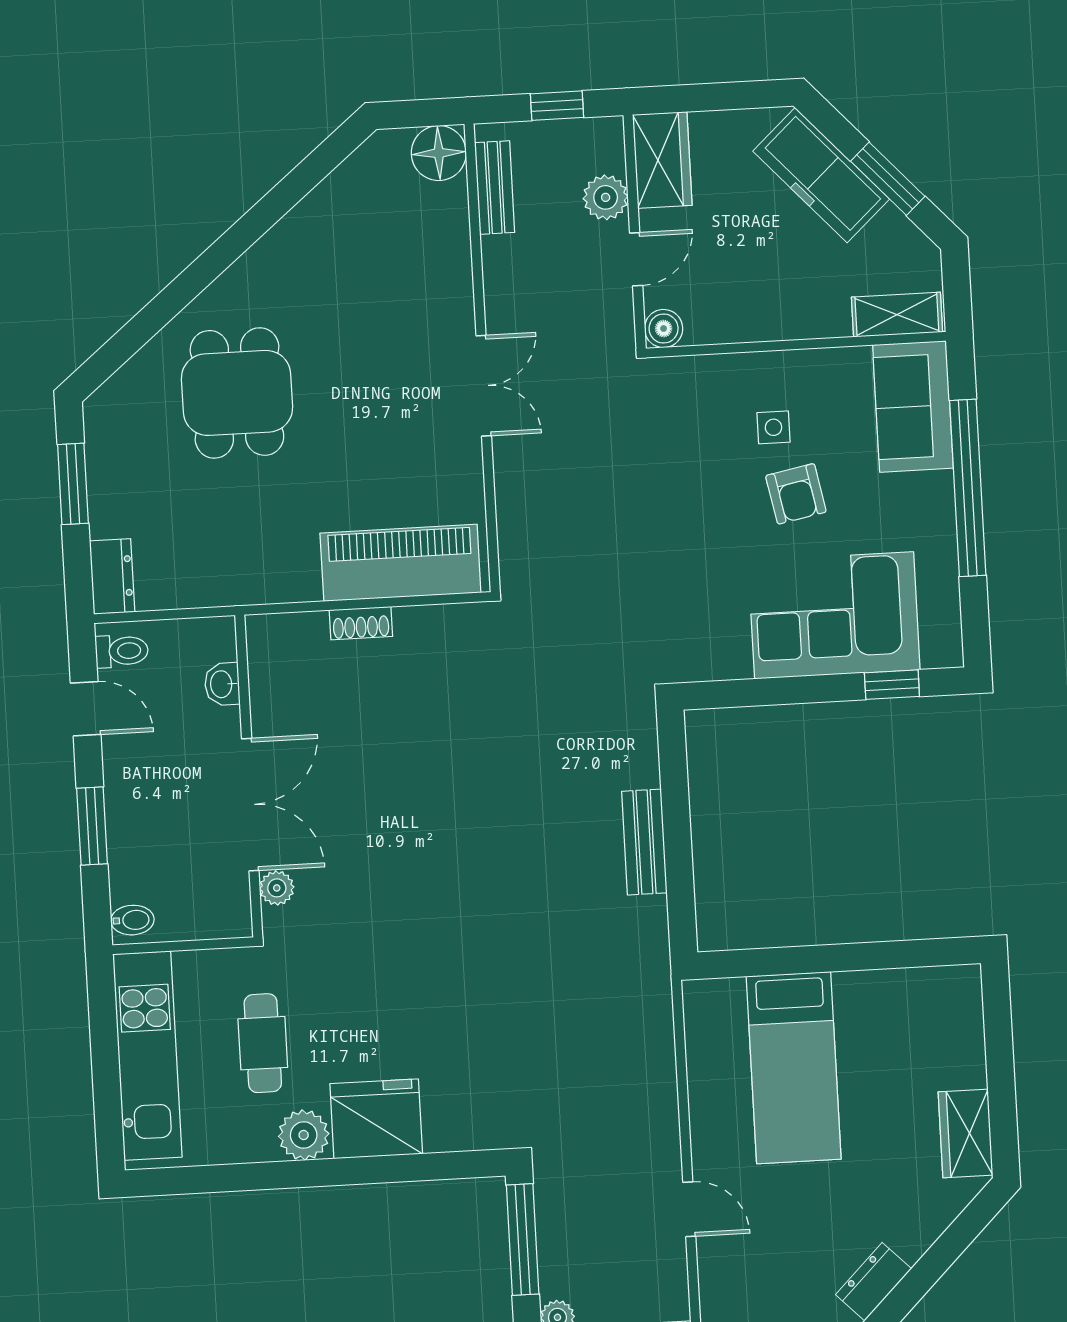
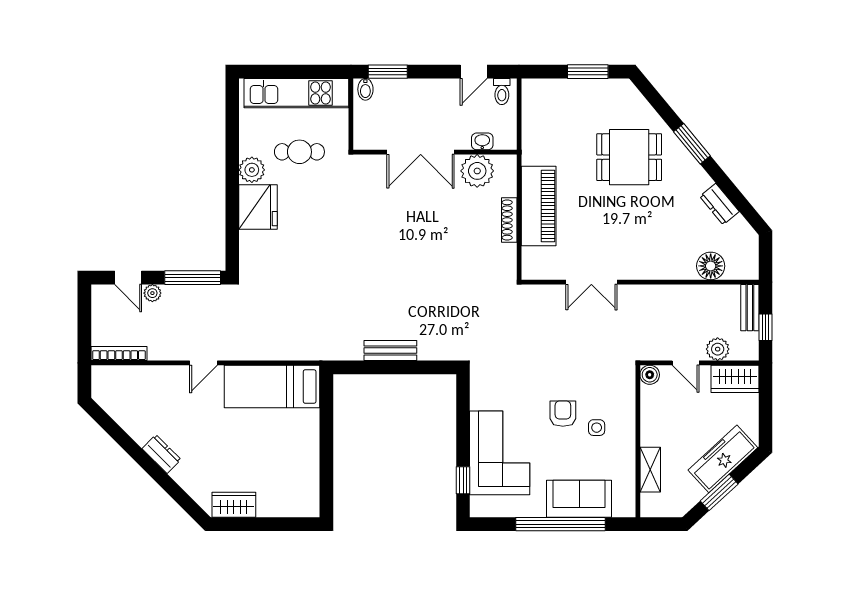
floor lamp: (439, 153) -> (711, 266), moved
bench: (495, 188) -> (750, 308), moved, turned 90
window: (204, 271) -> (692, 144), added
shelving: (897, 315) -> (650, 470), moved
double door: (484, 386) -> (591, 282), moved
sofa: (913, 407) -> (579, 499), moved
armchair: (796, 494) -> (563, 414), moved, turned 101
piano: (400, 563) -> (539, 206), moved
dresser: (112, 576) -> (719, 204), moved, turned 50
shoe rack: (361, 623) -> (509, 220), width x1.43
window: (92, 826) -> (388, 72), moved
plant: (277, 888) -> (477, 171), moved, width x1.88, depth x1.88
bed: (794, 1068) -> (272, 386), moved

